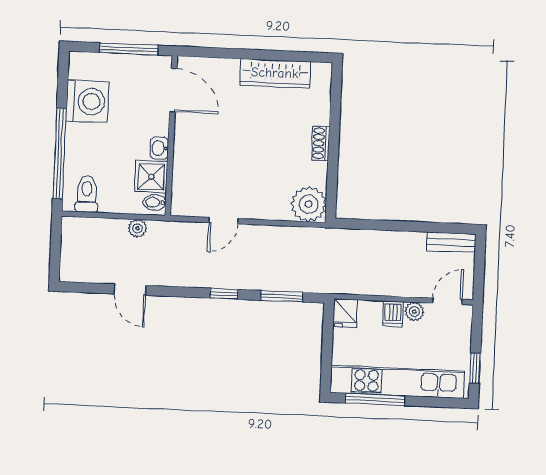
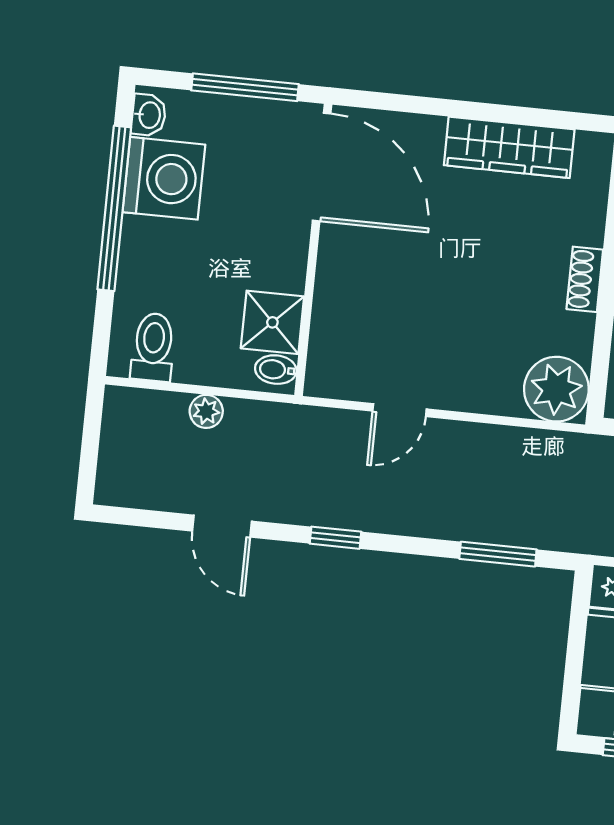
door: (173, 90) -> (322, 167), width x1.36
washbasin: (159, 148) -> (149, 115), moved, turned 180
window: (60, 153) -> (114, 208), moved
plant: (137, 228) -> (206, 411), moved
window: (224, 294) -> (335, 538), moved

